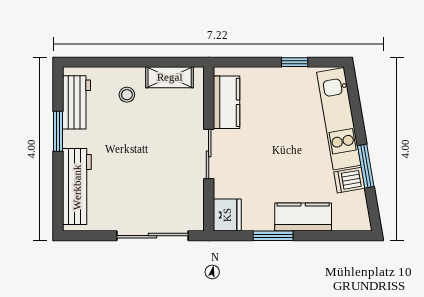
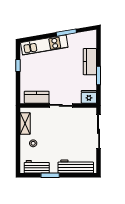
dishwasher: (349, 180) -> (73, 40), removed

